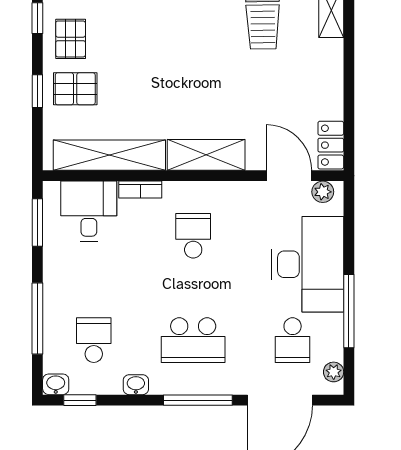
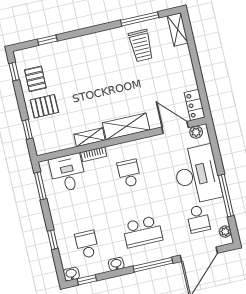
window: (37, 91) -> (27, 129), moved
shelving: (109, 155) -> (90, 137), width x0.45, depth x0.75
window: (37, 319) -> (53, 240), width x0.46

